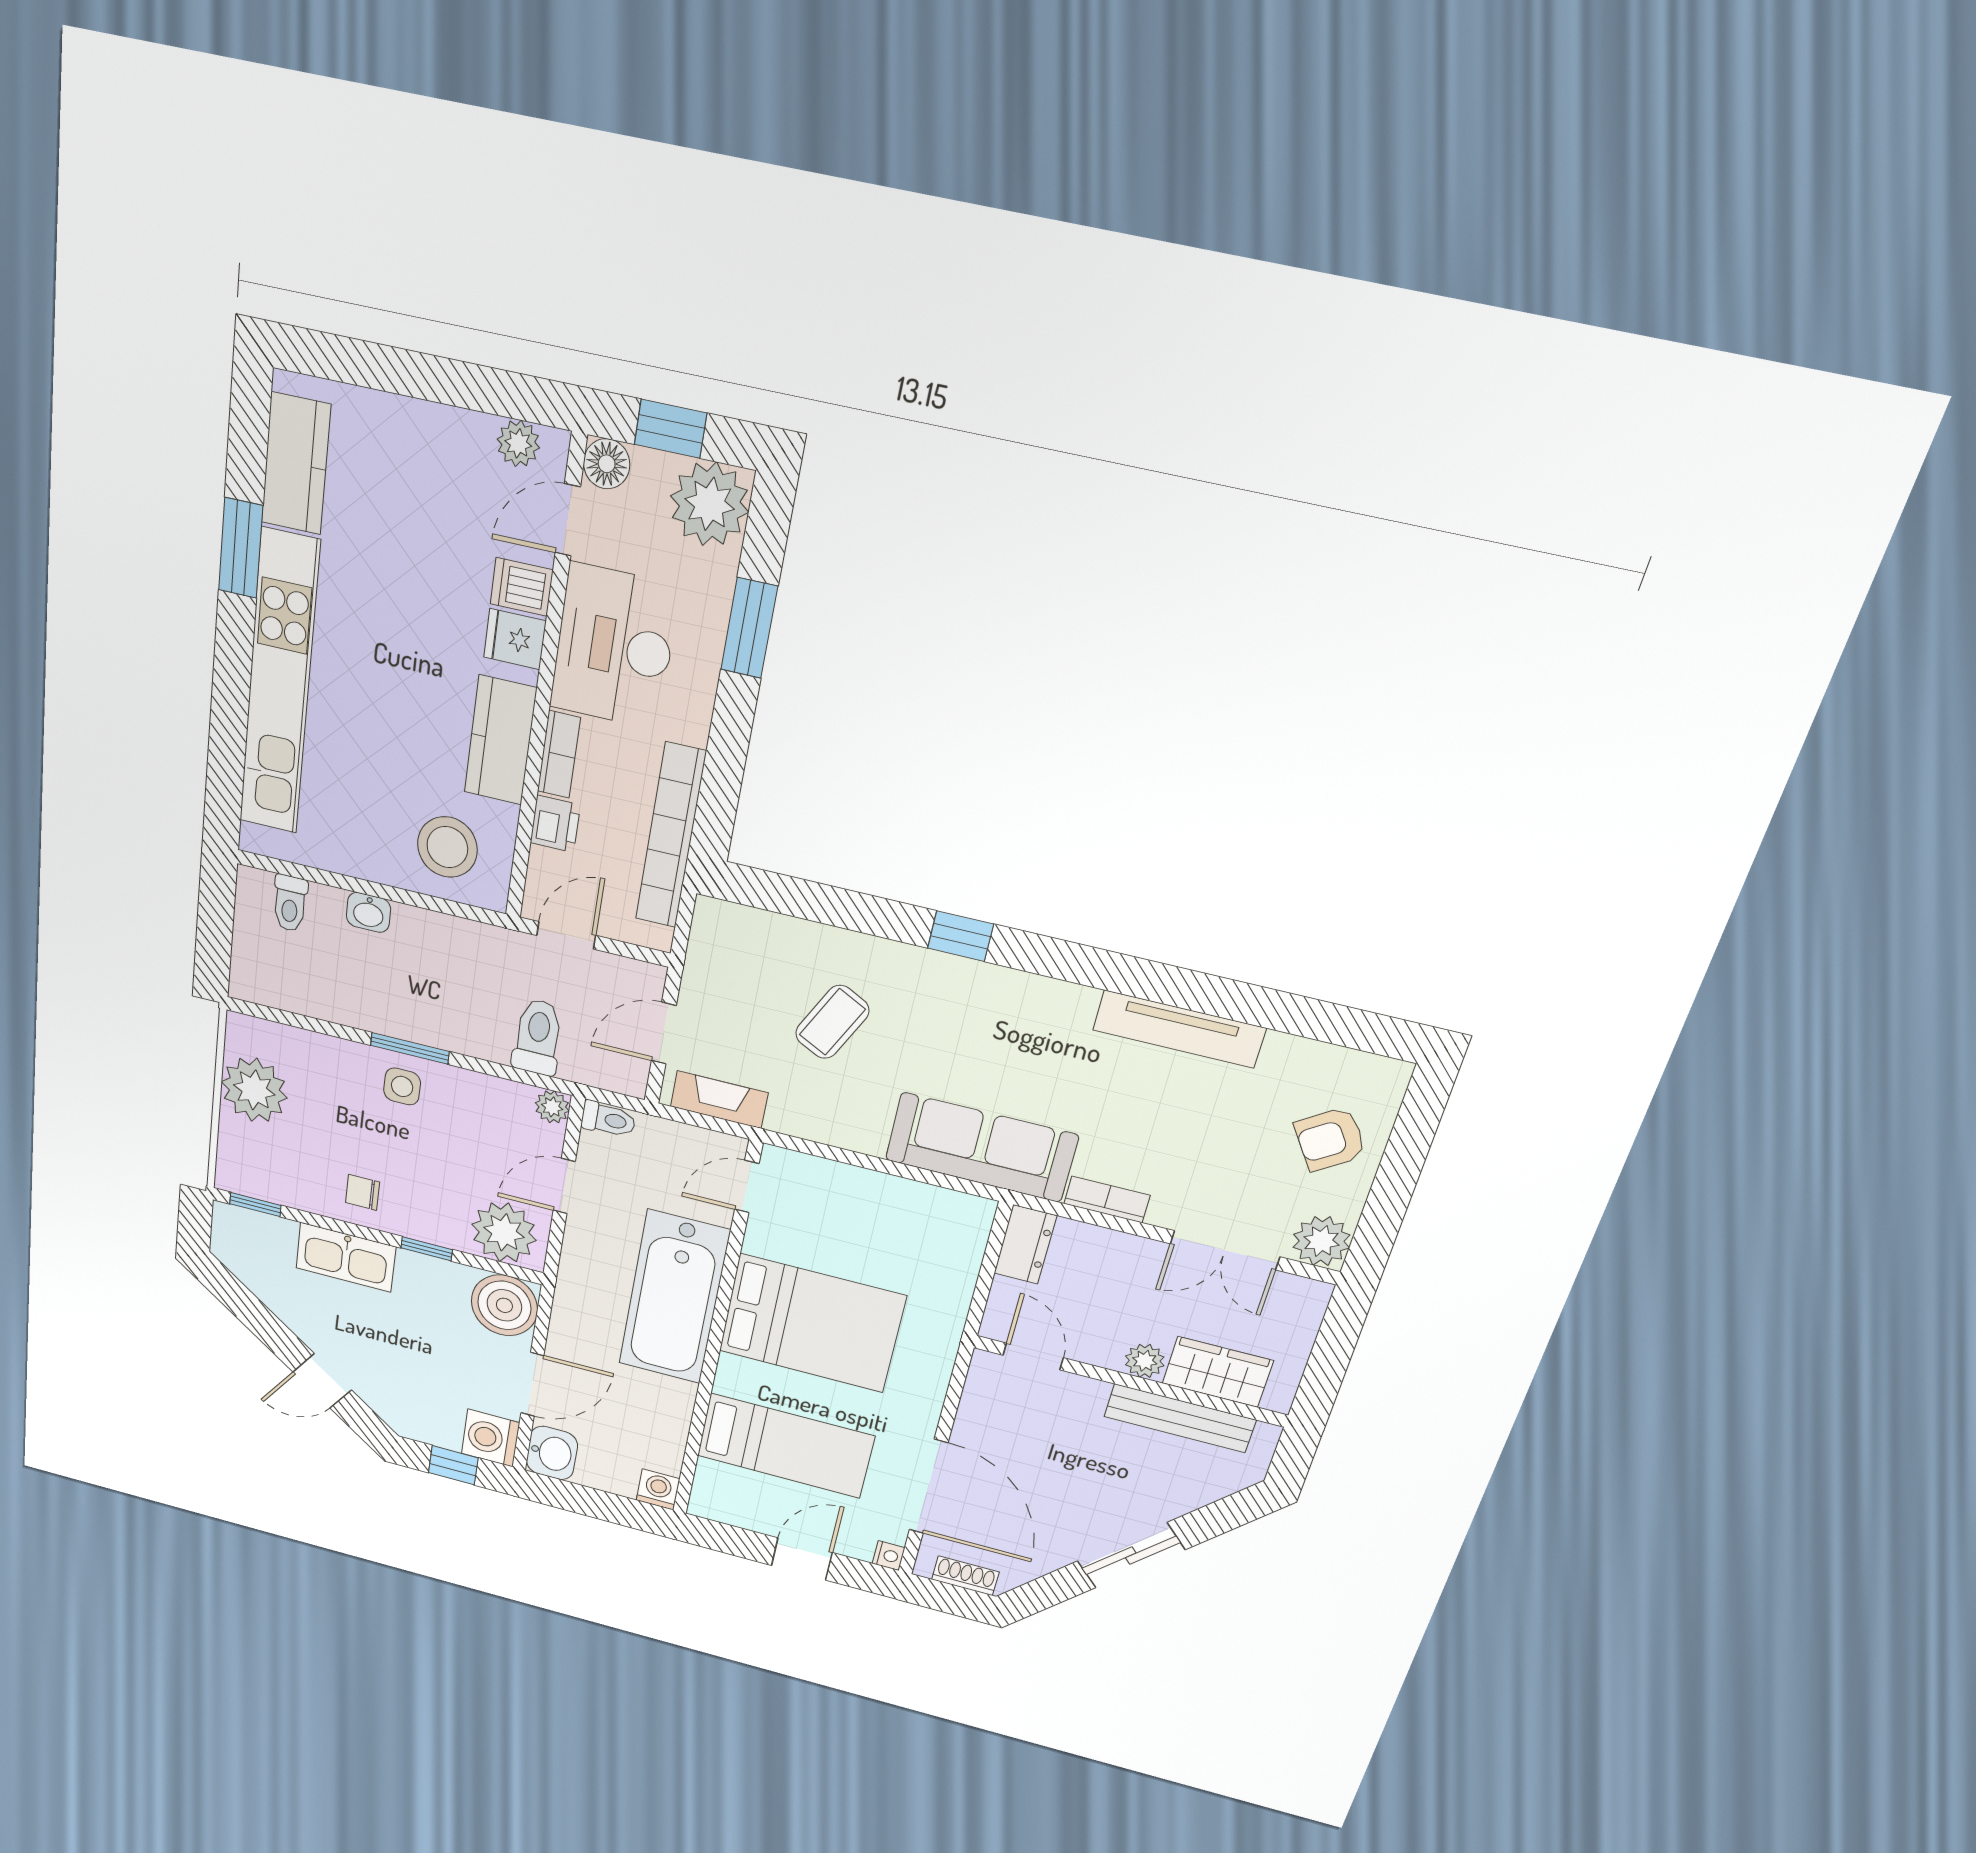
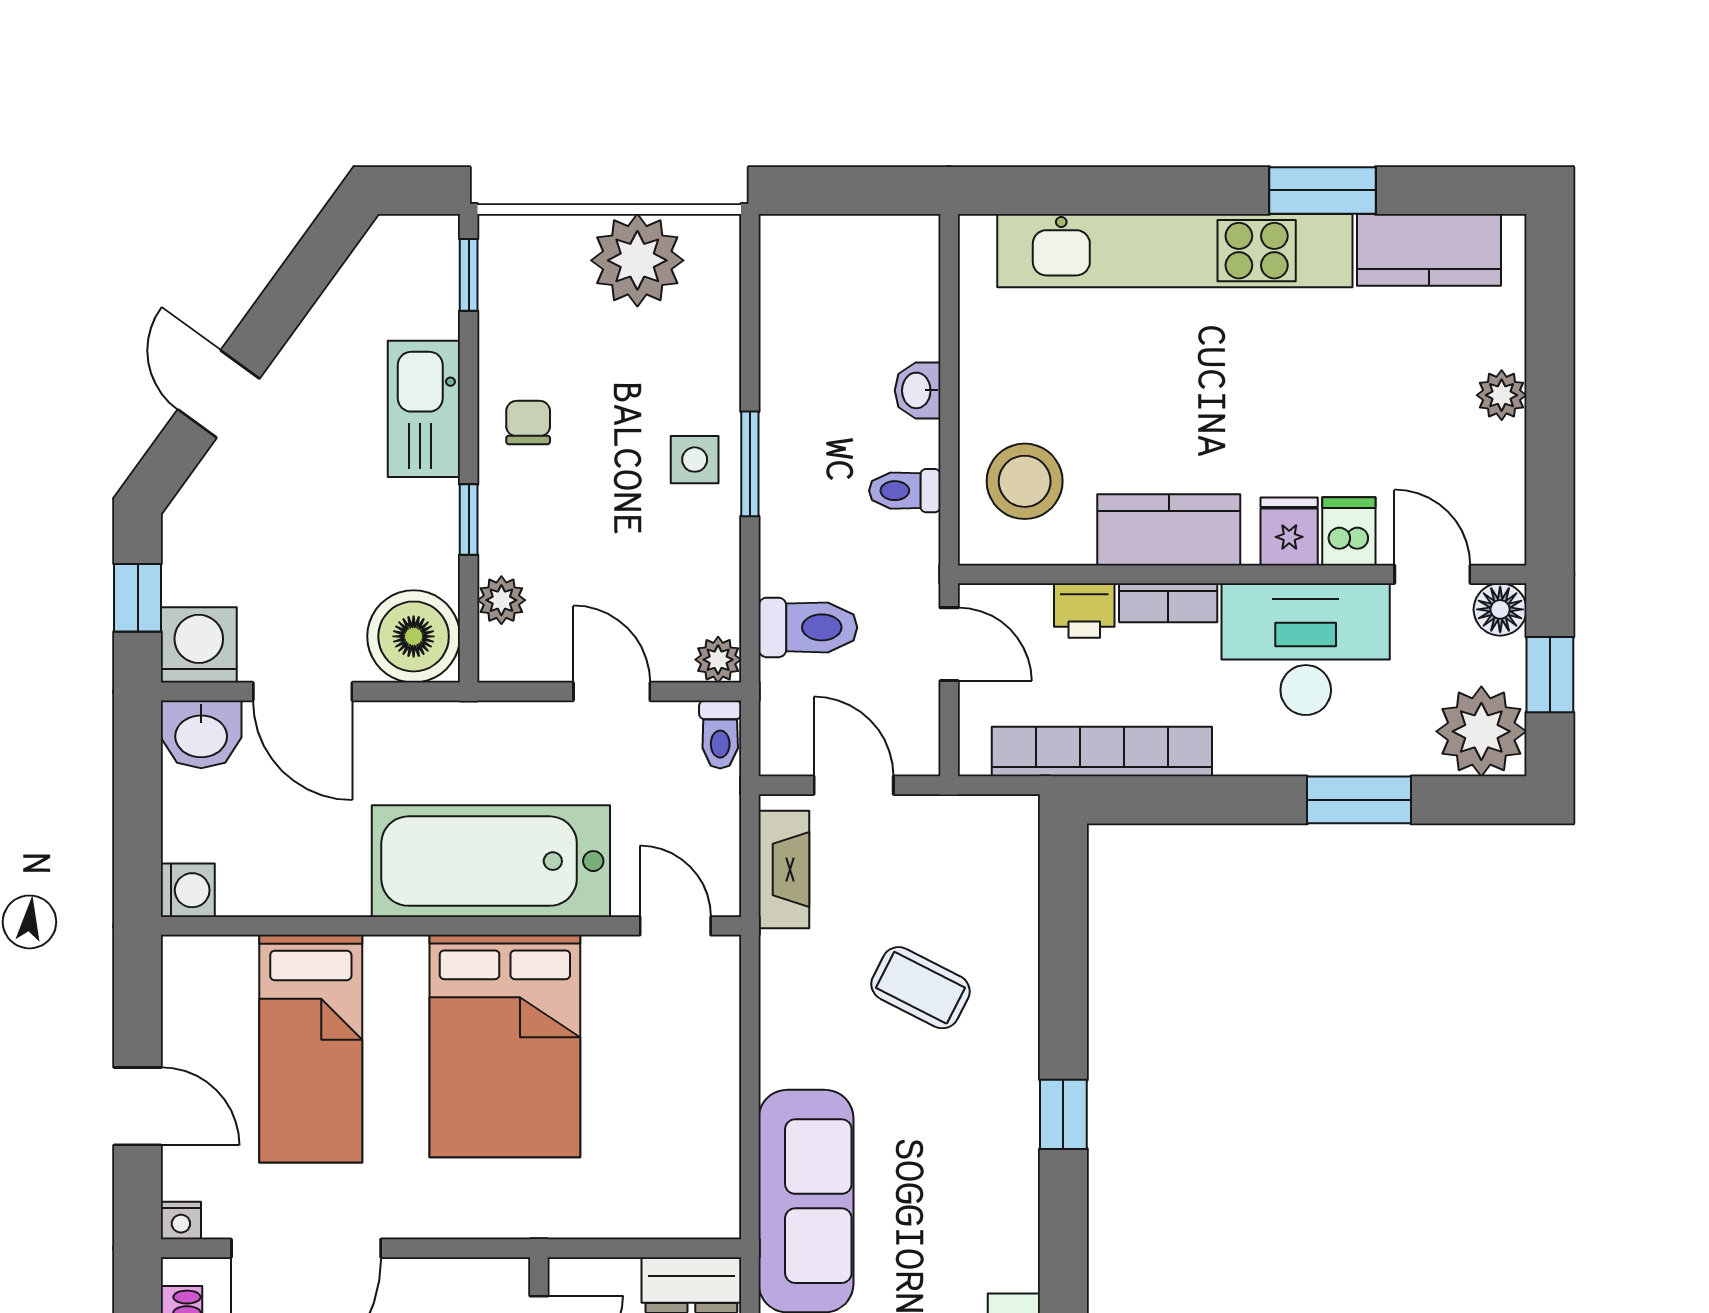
plant: (518, 443) -> (1502, 395), moved
toilet: (290, 903) -> (905, 491), moved
plant: (504, 1232) -> (501, 600), width x0.53, depth x0.53

